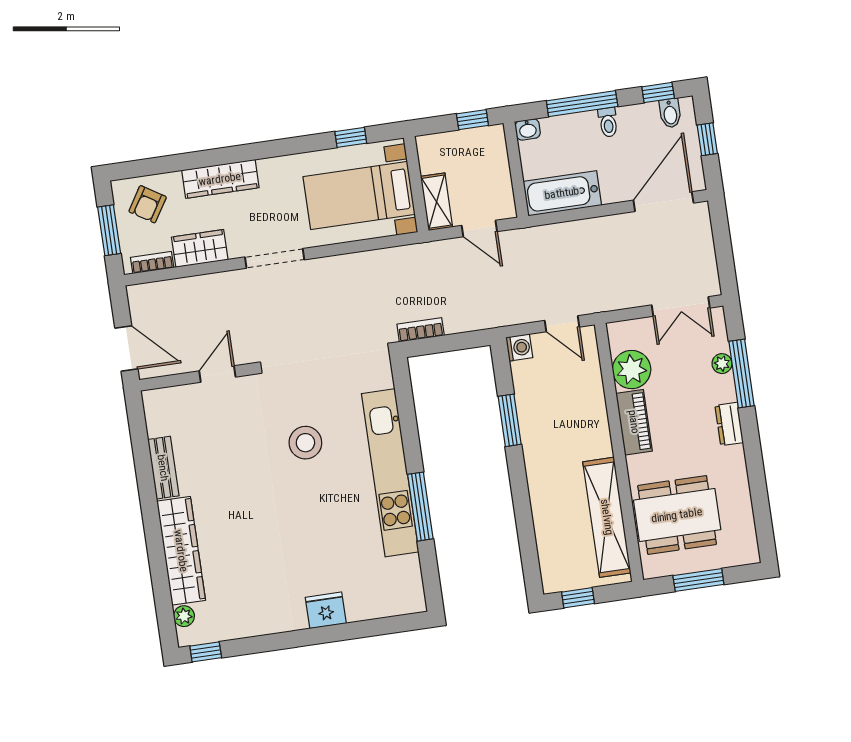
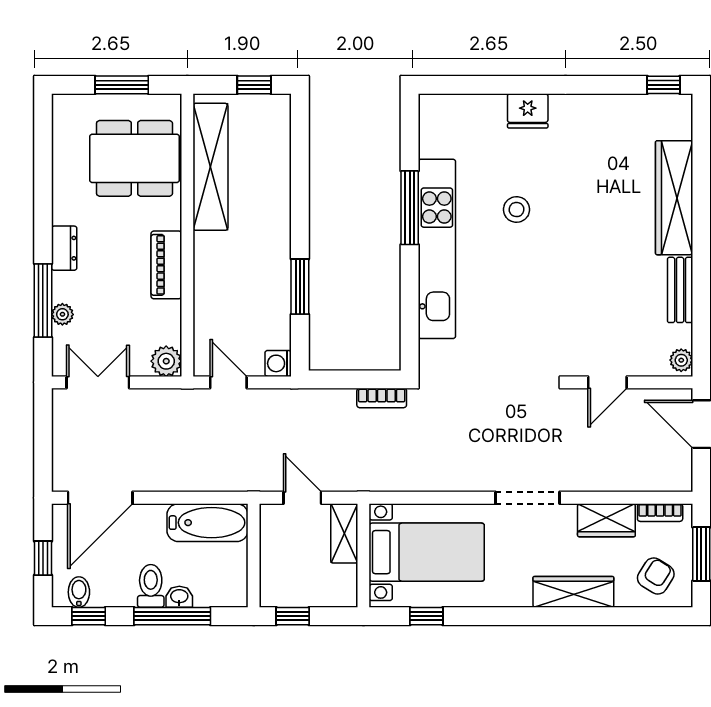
toilet: (608, 122) -> (151, 586), width x1.37, depth x1.39
washbasin: (528, 129) -> (179, 597), moved
plant: (632, 370) -> (166, 361), moved, width x0.73, depth x0.73
stool: (305, 443) -> (517, 210), moved, width x0.73, depth x0.73
plant: (184, 616) -> (681, 360), moved

